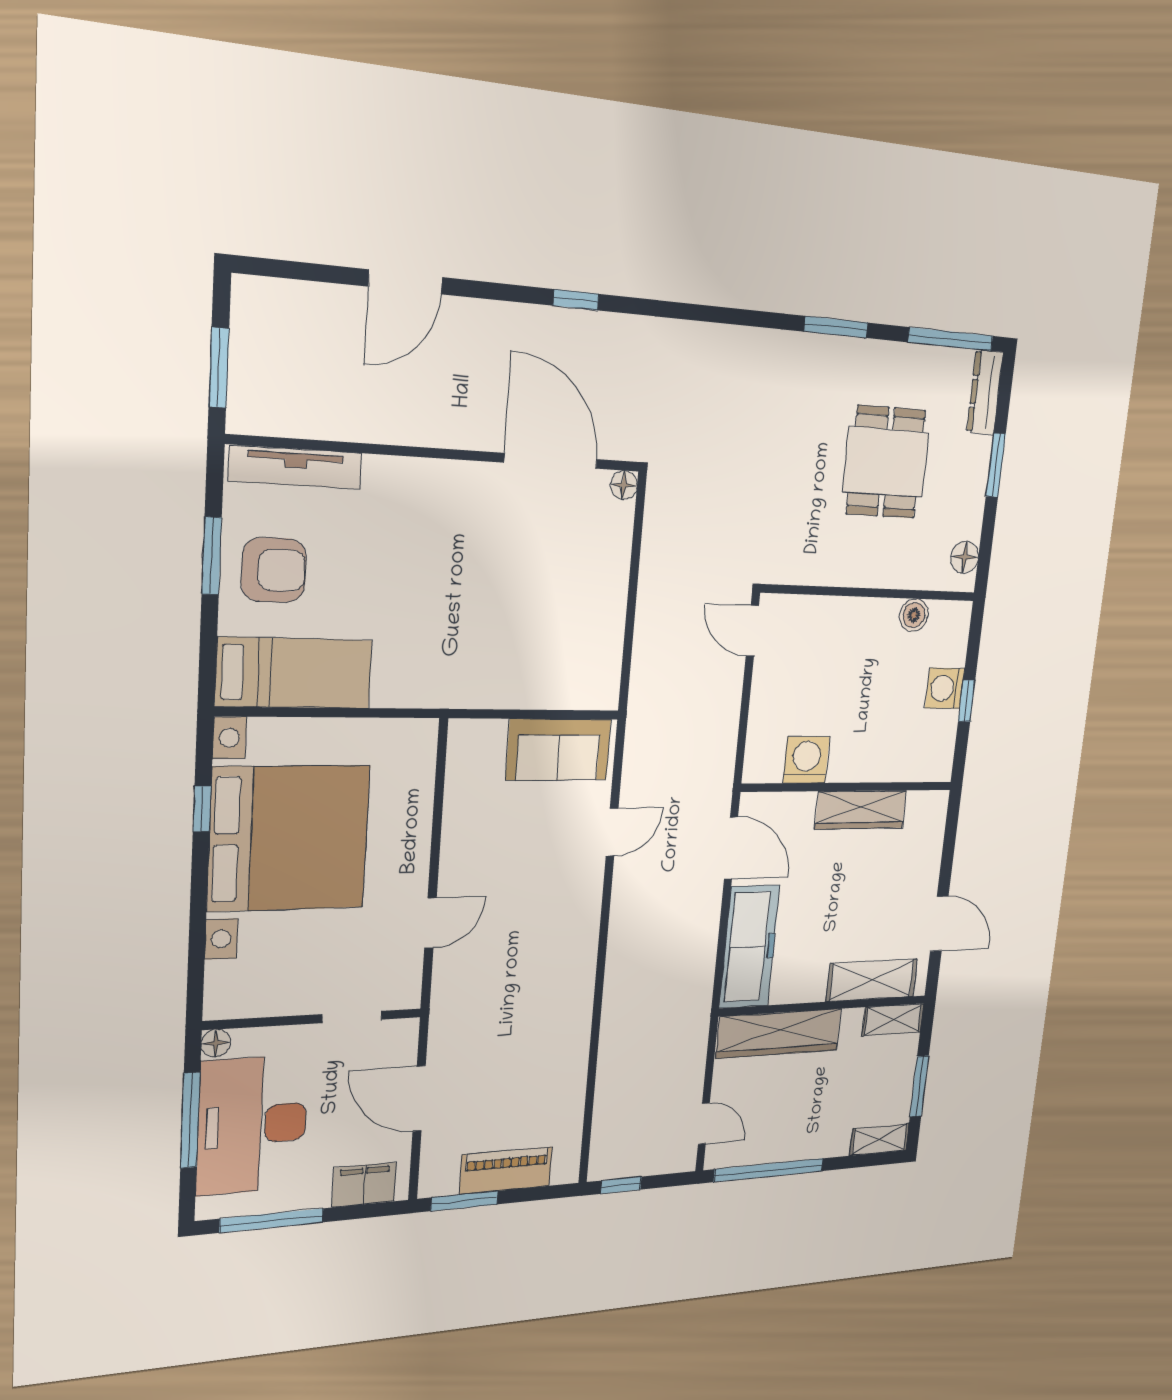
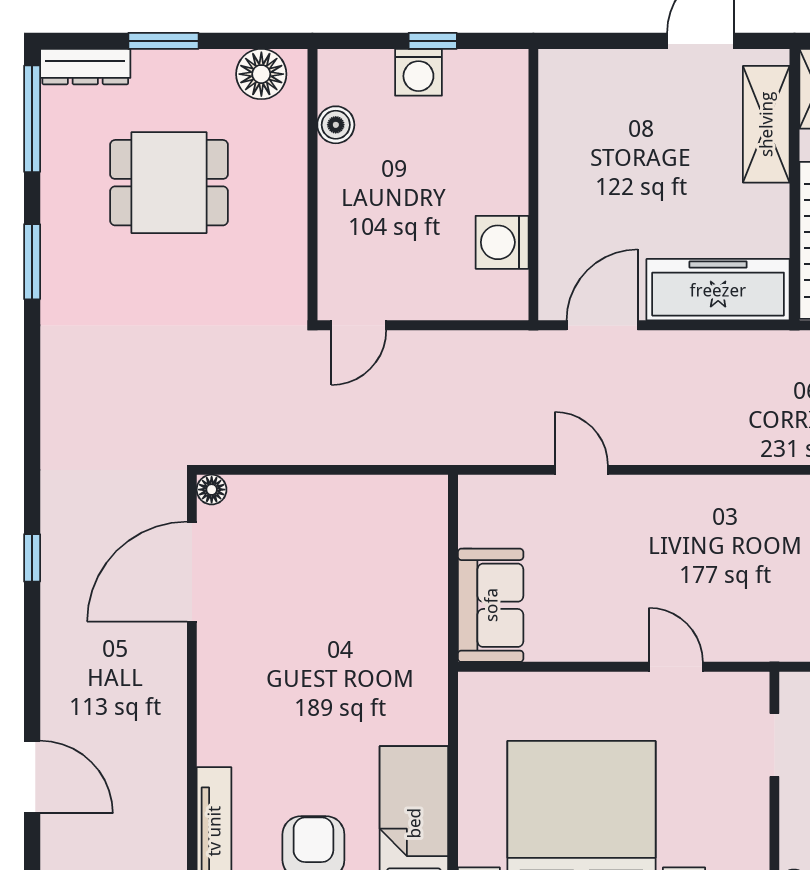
door: (406, 282) -> (32, 777), moved
floor lamp: (965, 557) -> (261, 74), width x1.38, depth x1.38
sofa: (558, 750) -> (491, 605), moved
wardrobe: (861, 810) -> (560, 165), removed

